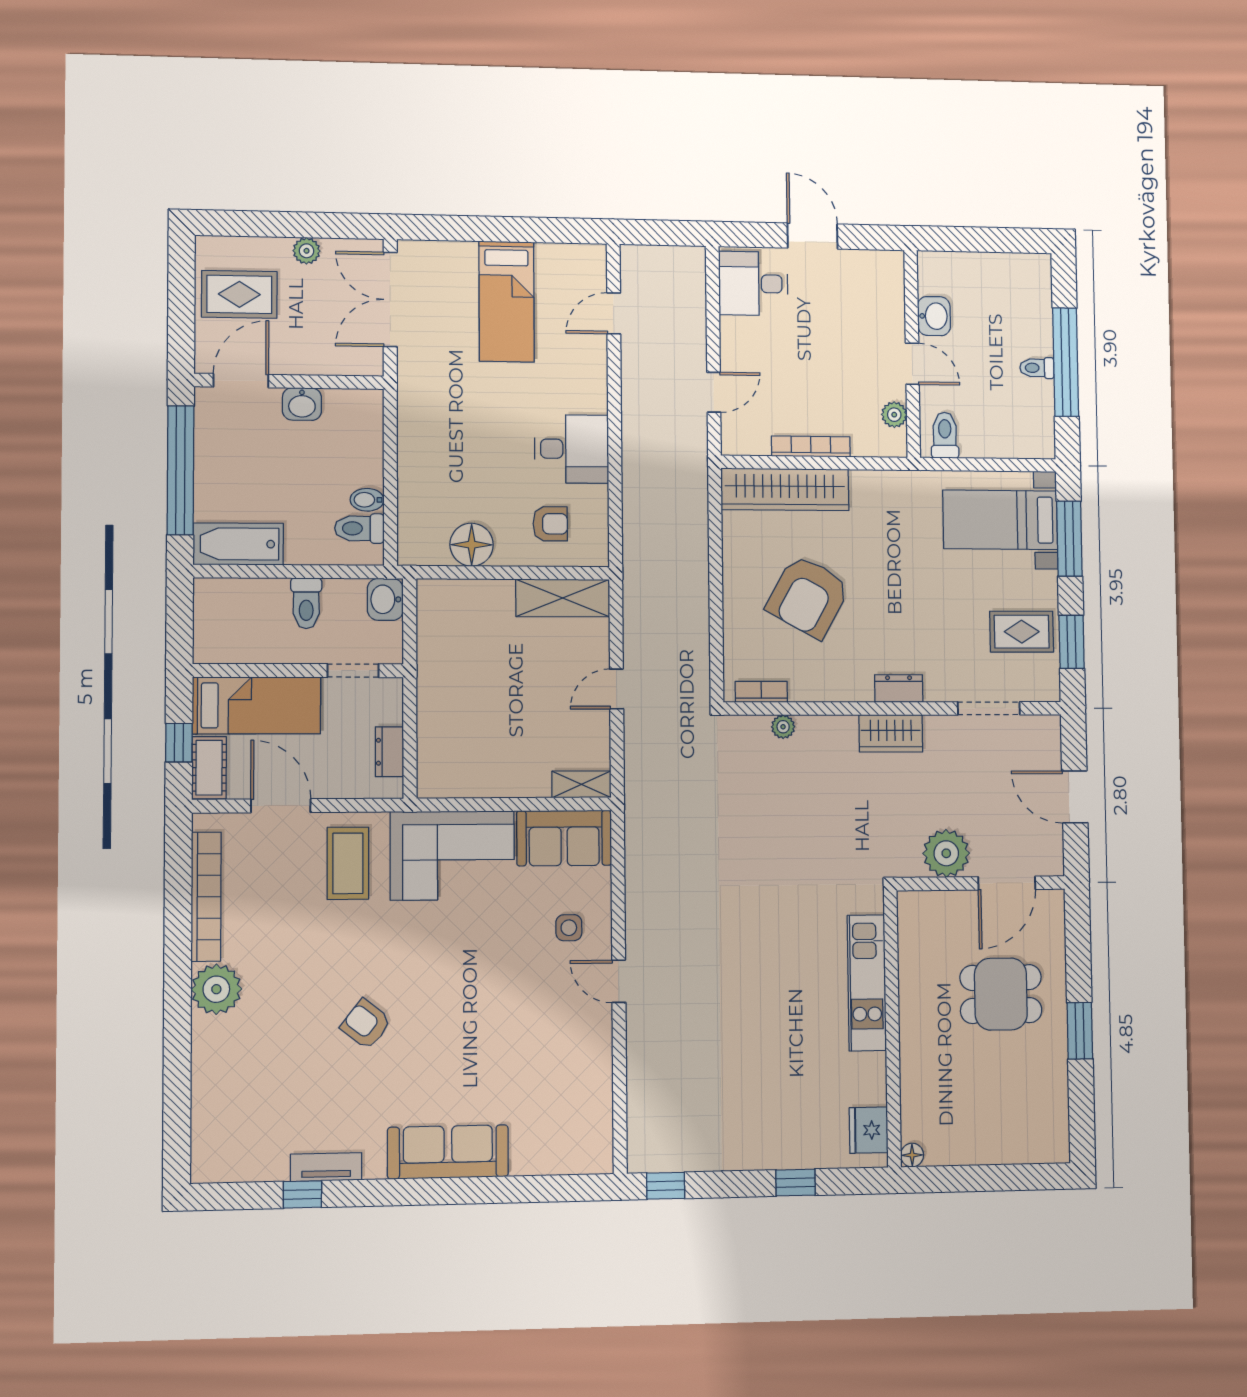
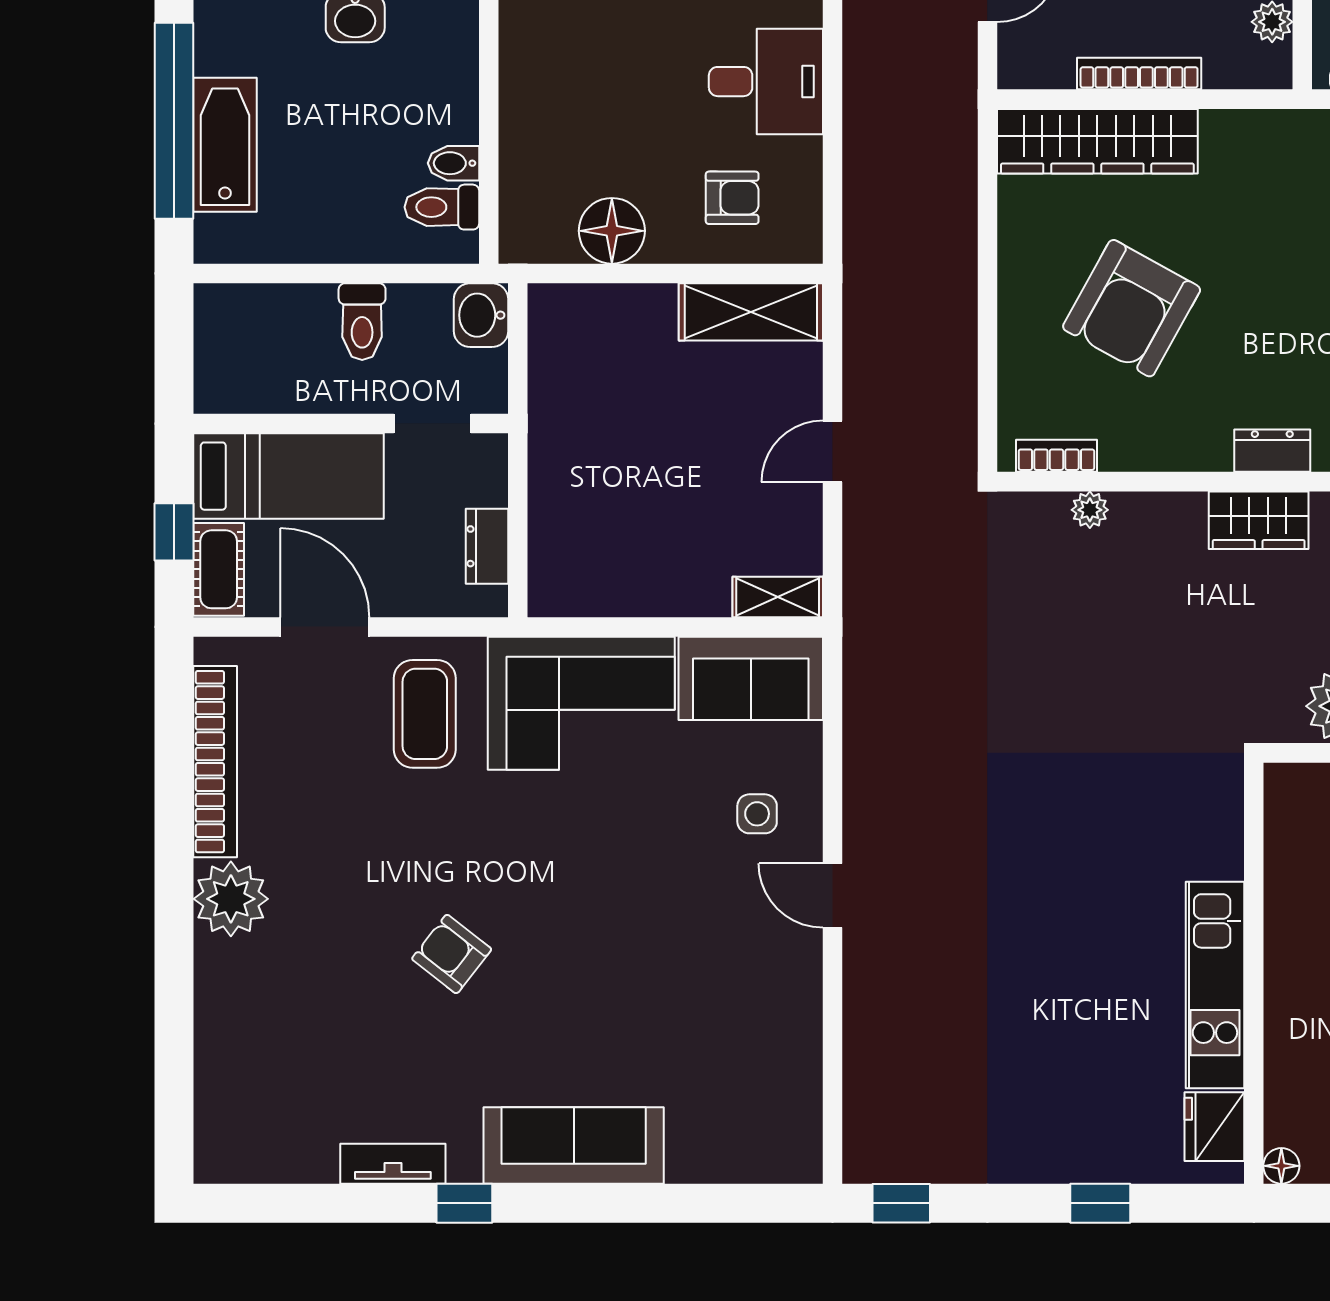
bathtub: (238, 544) -> (225, 145), moved, turned 90
kitchen unit: (867, 983) -> (1215, 985), moved
window: (302, 1194) -> (464, 1203), moved

